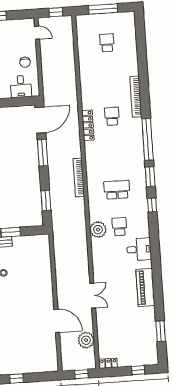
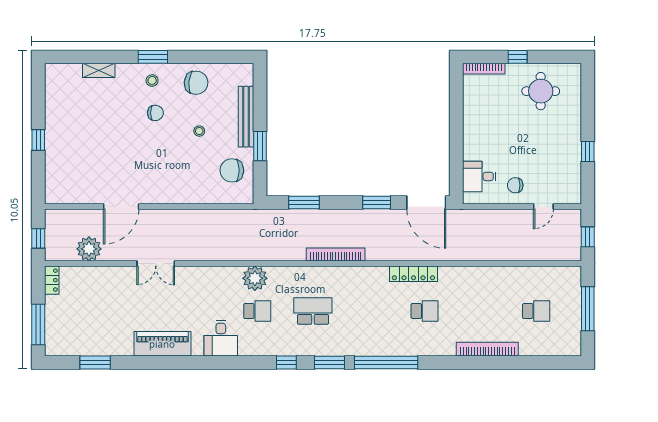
door: (37, 33) -> (543, 207), moved
bookcase: (136, 97) -> (487, 349), moved
window: (43, 153) -> (377, 203), width x0.69
school desk: (117, 190) -> (313, 311), turned -90
chair: (28, 250) -> (232, 170), added
window: (138, 370) -> (38, 325), width x2.17

